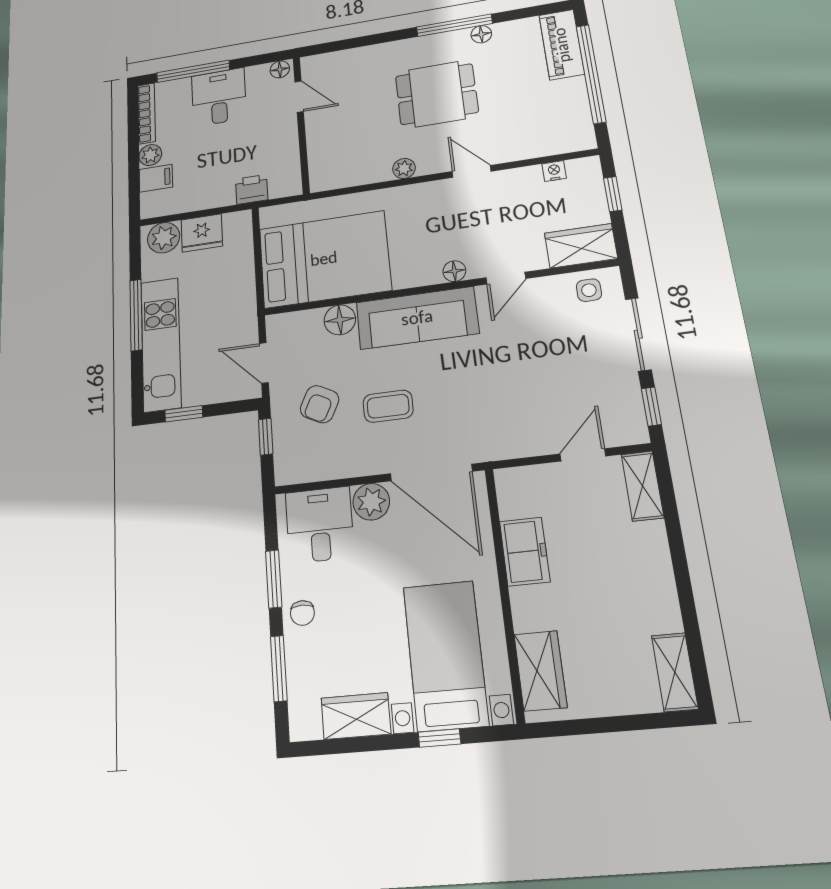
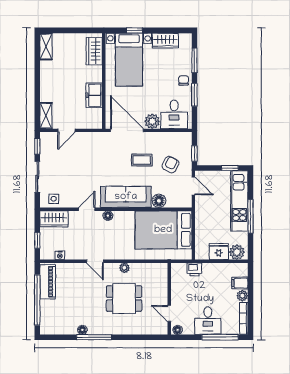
piano: (562, 45) -> (48, 282), moved
dining table: (437, 94) -> (124, 299), moved

